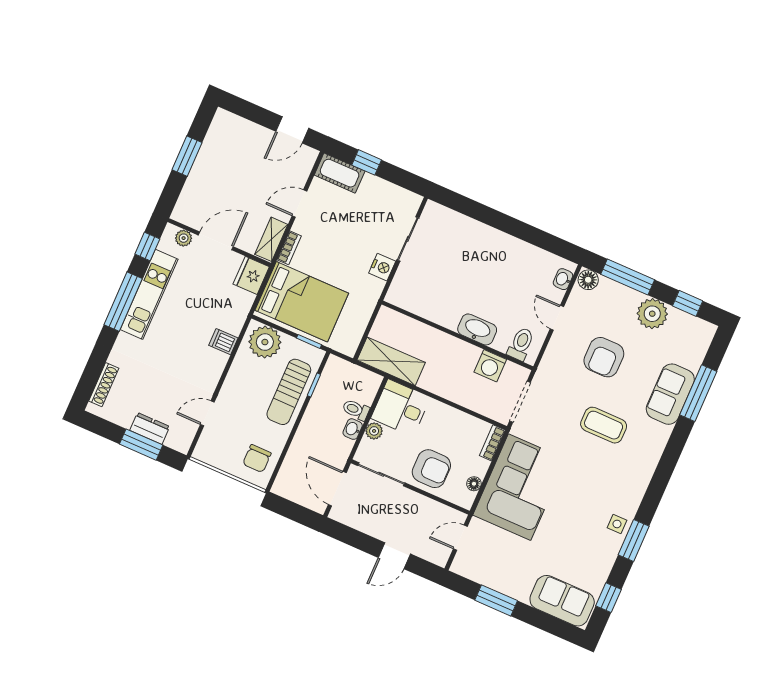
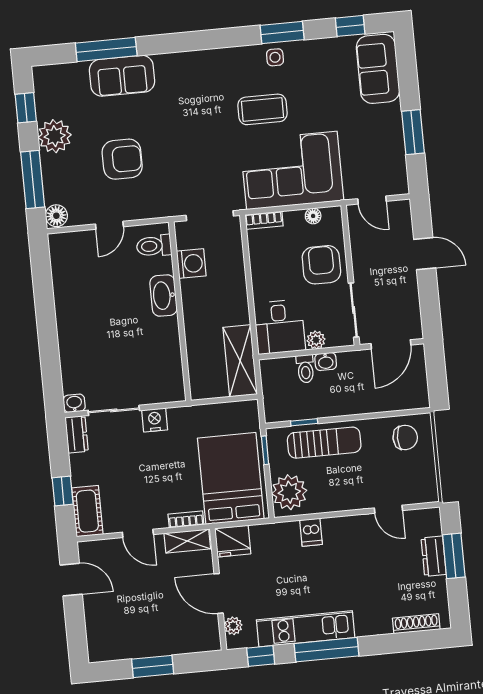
dresser: (405, 199) -> (77, 434), added
washbasin: (563, 279) -> (74, 403), moved, turned 180
coffee table: (604, 425) -> (262, 109), moved, turned 90

